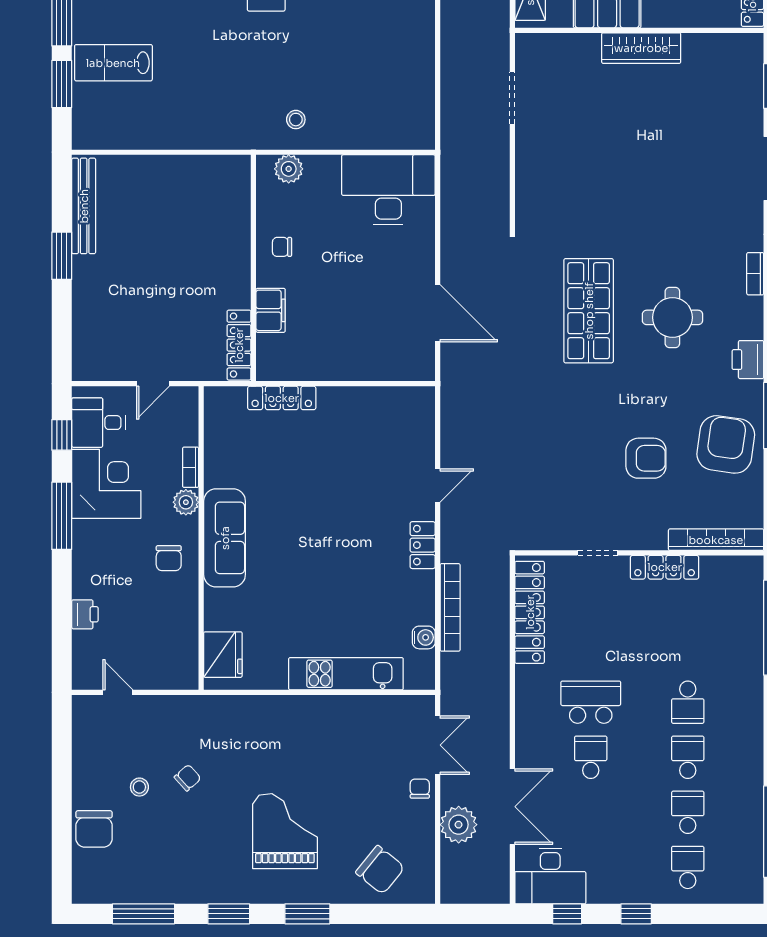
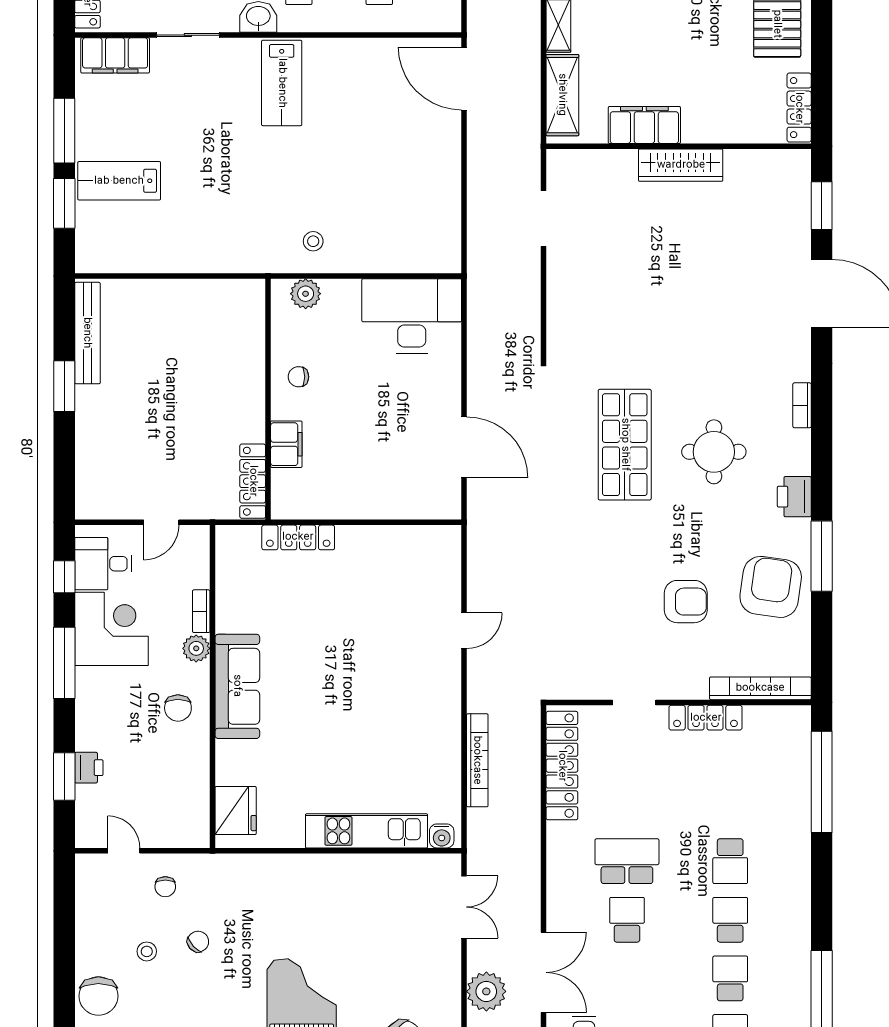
locker: (423, 545) -> (448, 694), removed
window: (62, 623) -> (64, 777), added
water cooler: (424, 637) -> (442, 836), moved, turned 90
chair: (420, 789) -> (165, 887), moved, turned 180

